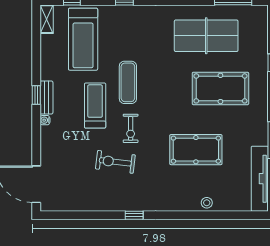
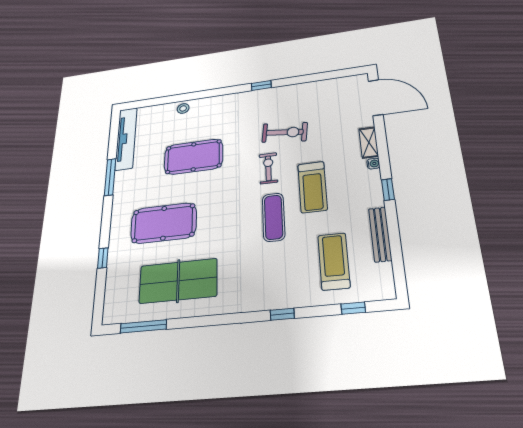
shelving: (47, 19) -> (369, 142), moved
treadmill: (83, 39) -> (334, 261), width x0.73, depth x0.73
bench: (46, 98) -> (380, 234), moved, width x1.36

